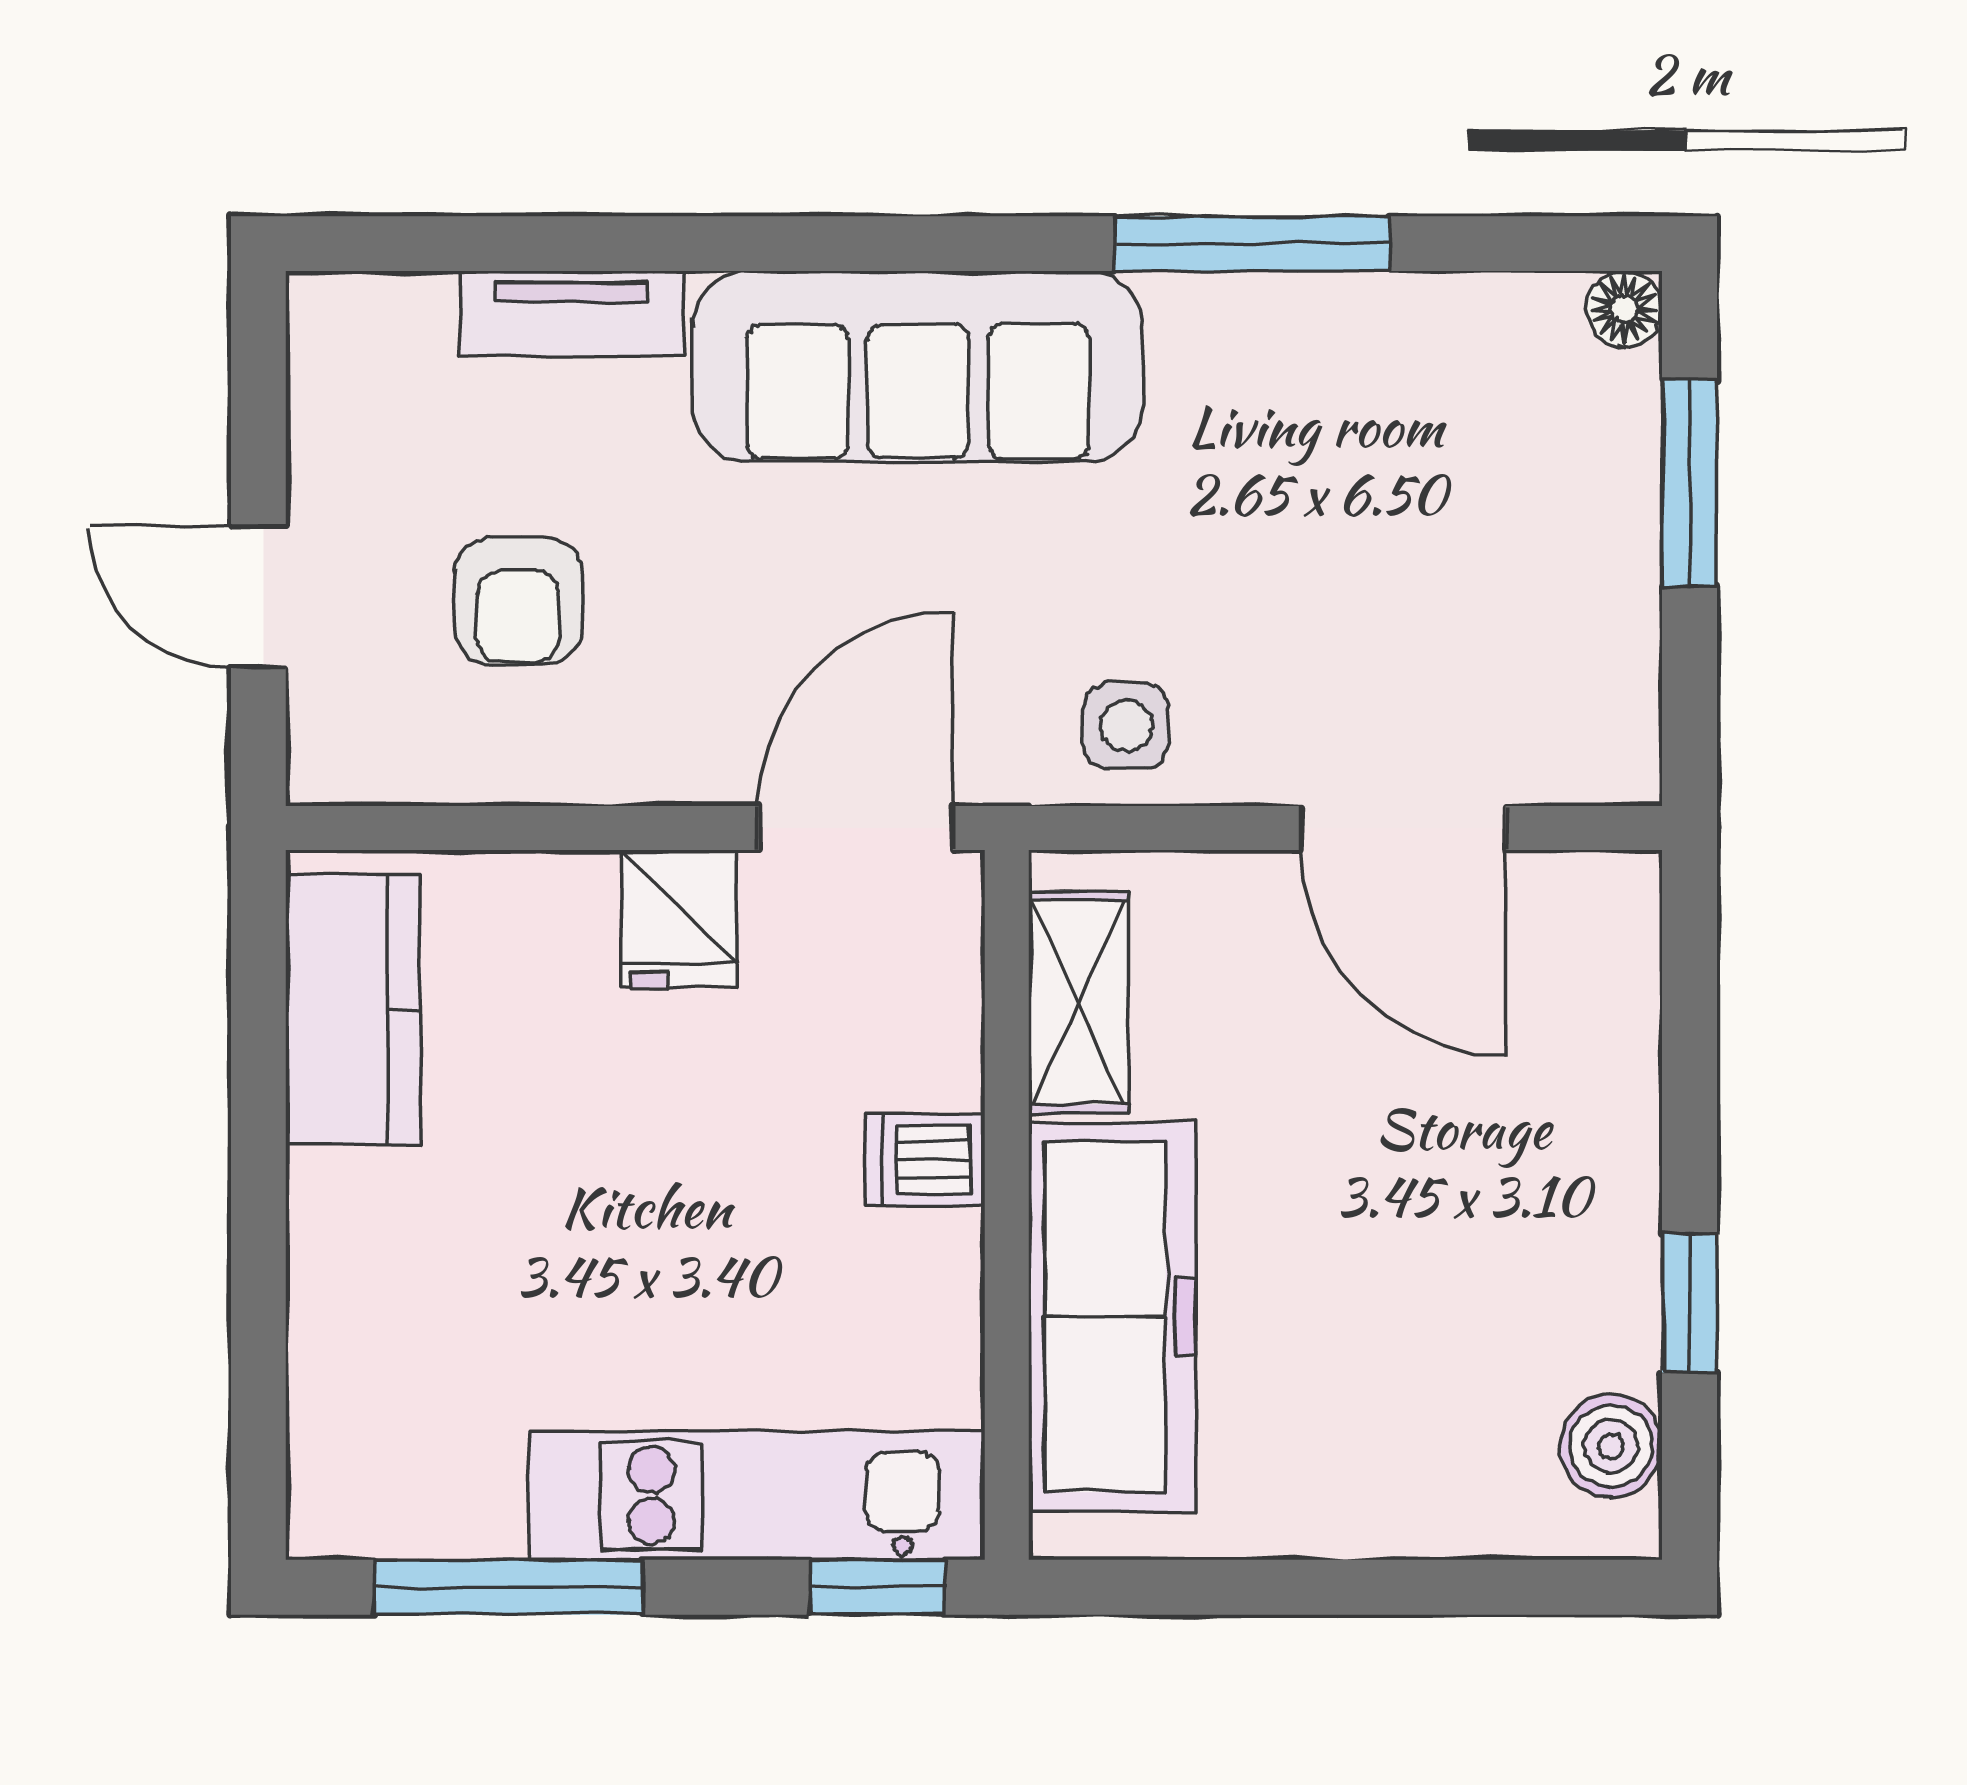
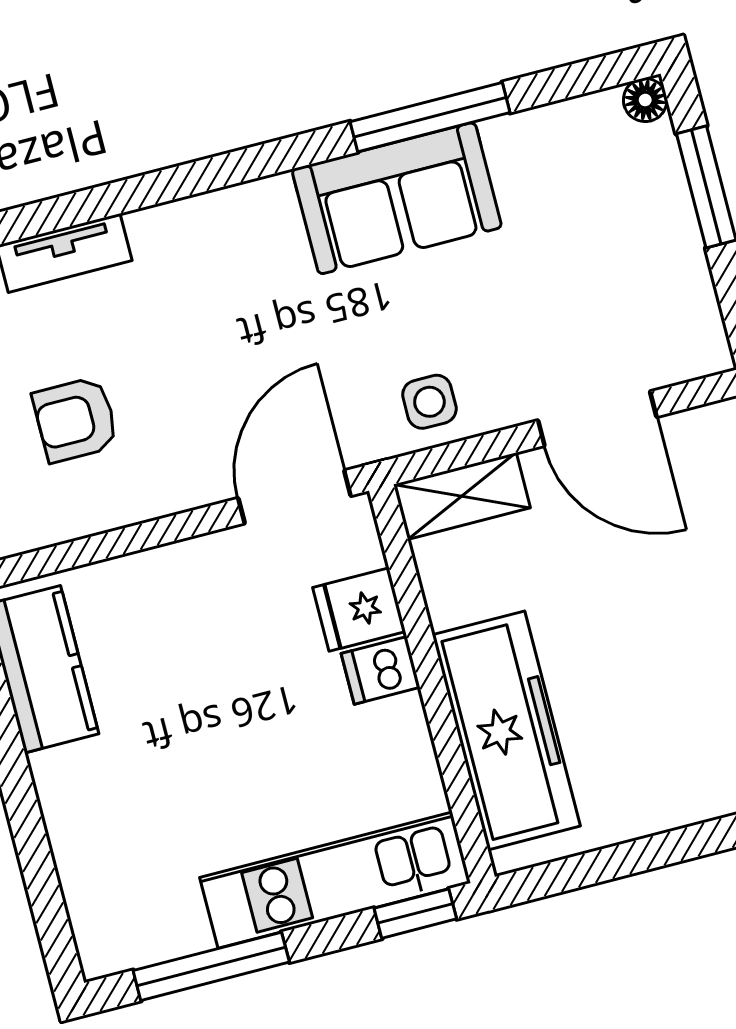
sofa: (918, 367) -> (397, 198), moved, width x0.73
armchair: (518, 601) -> (76, 420), turned 90
fridge: (679, 919) -> (359, 609), moved, turned 90
shelving: (1079, 1002) -> (462, 496), moved, turned 90

